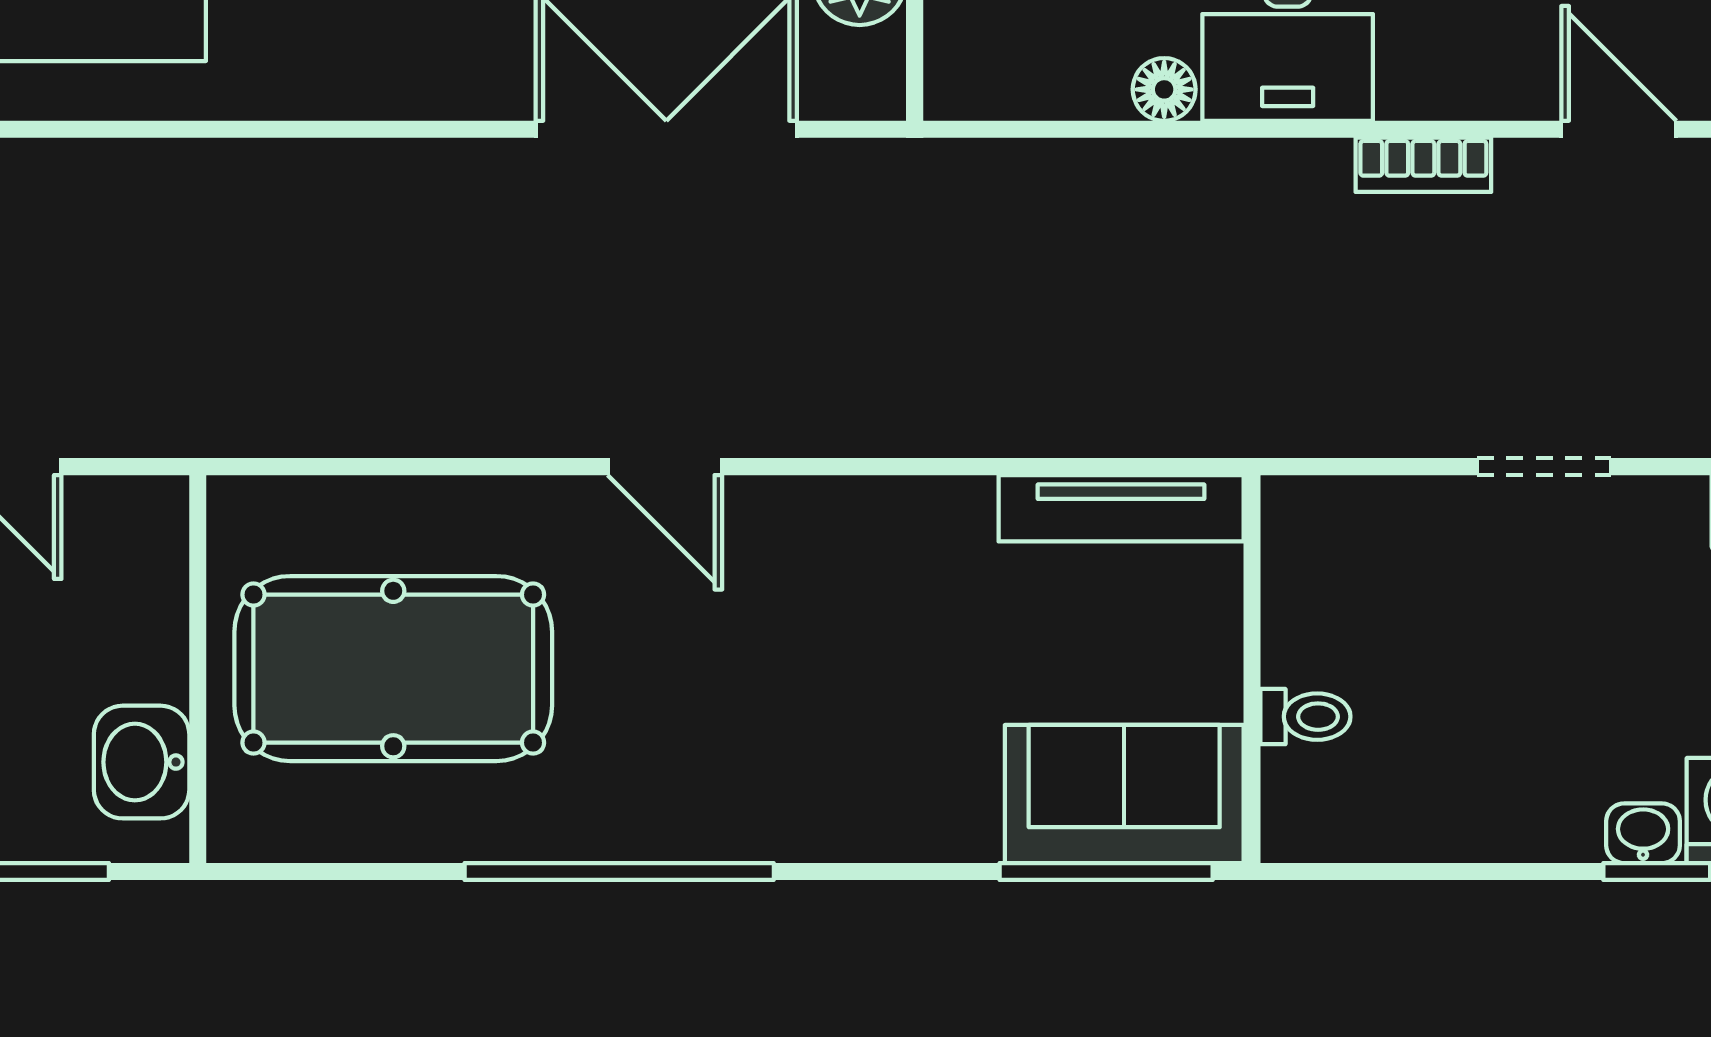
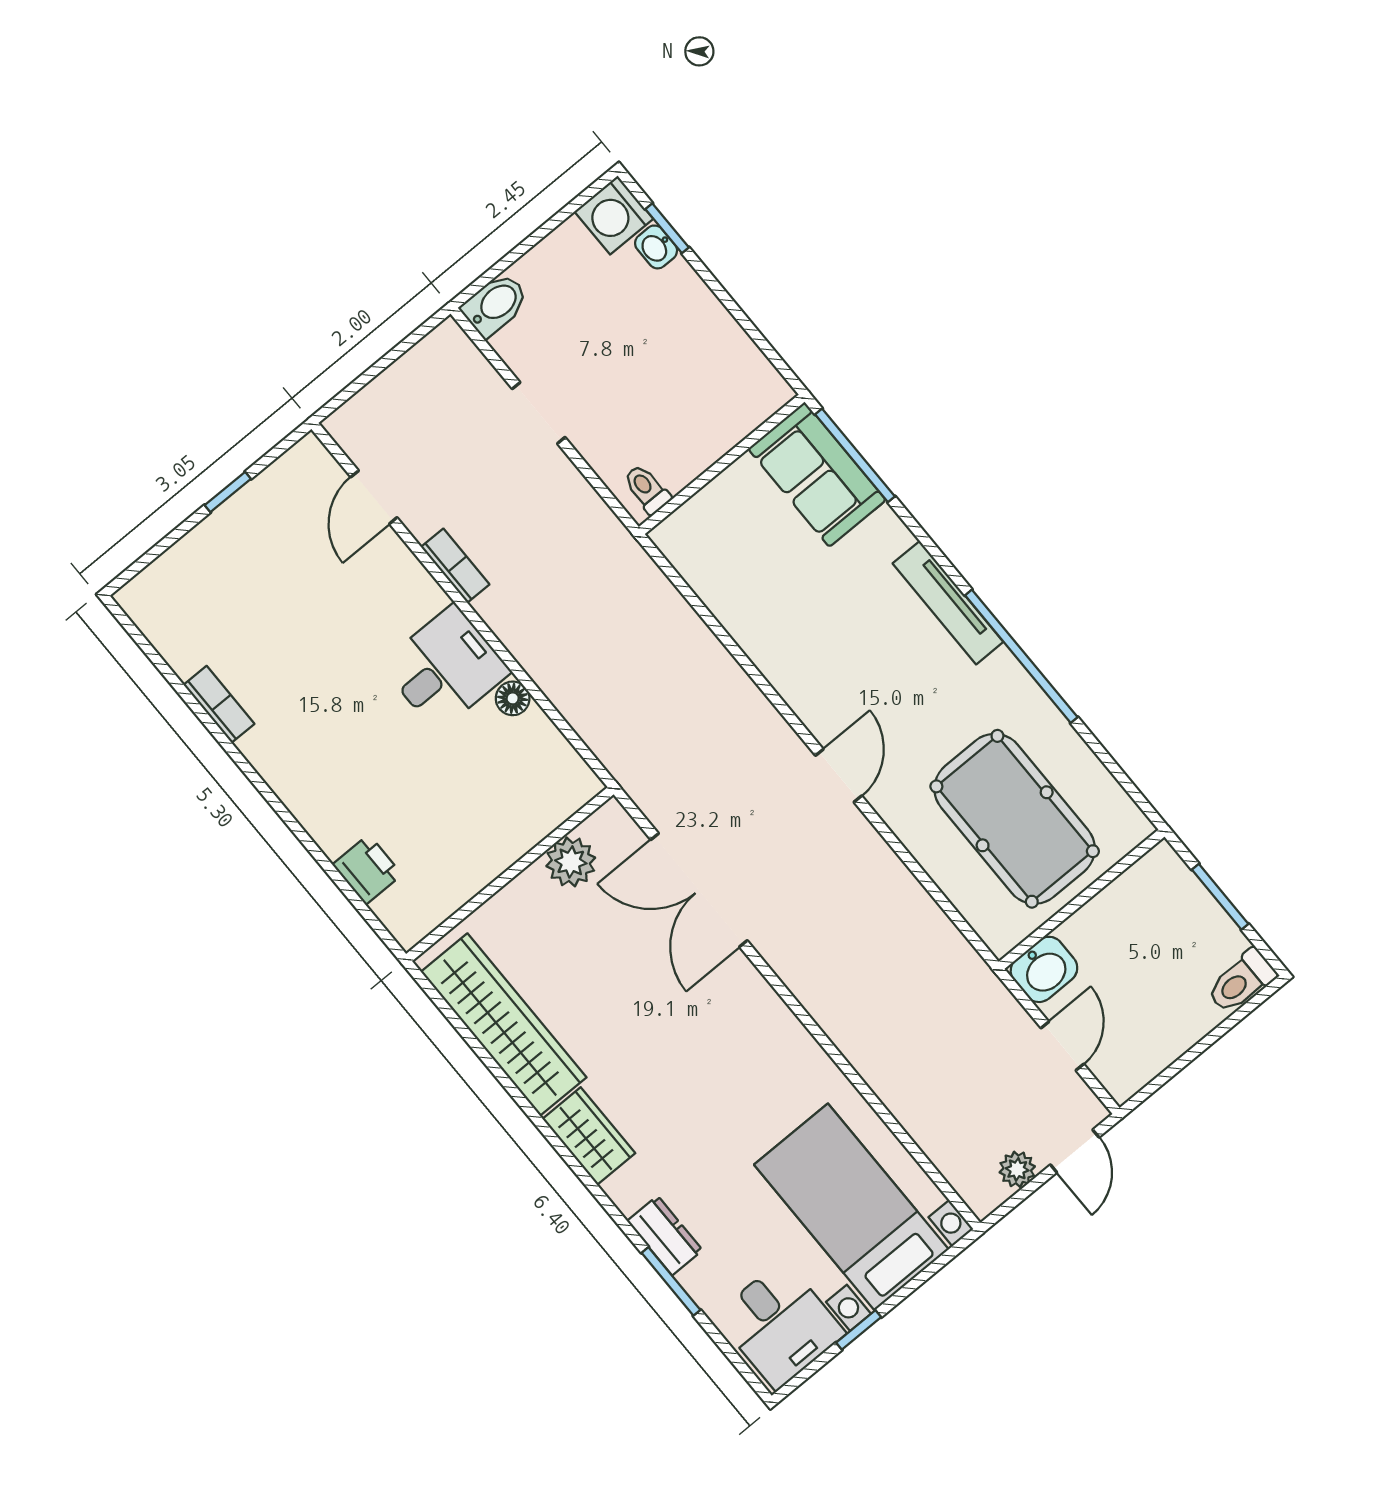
tv unit: (1121, 508) -> (948, 603), moved, turned 180
toilet: (1305, 717) -> (647, 489), moved
washbasin: (142, 762) -> (1044, 969), moved

